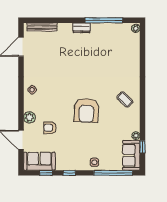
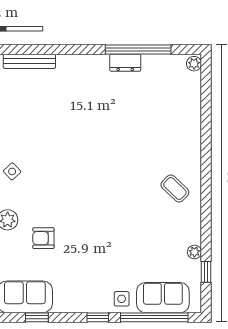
dresser: (82, 28) -> (125, 63), moved
armchair: (86, 110) -> (107, 208), removed
sofa: (131, 155) -> (163, 298), moved, turned 90
window: (69, 173) -> (98, 317), moved

